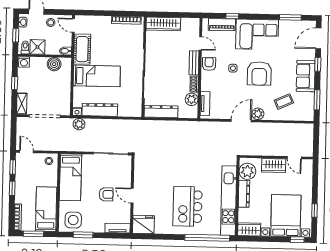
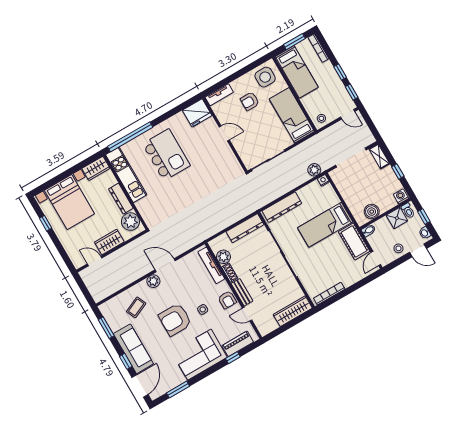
door: (73, 25) -> (376, 259), swing flipped
armchair: (259, 73) -> (175, 320), turned -90
sofa: (306, 76) -> (133, 349), width x1.36
tv unit: (205, 103) -> (211, 265), width x1.41
dresser: (100, 110) -> (282, 207), moved
door: (241, 121) -> (165, 265), swing flipped
armchair: (106, 194) -> (250, 101), moved
kitchen unit: (229, 201) -> (126, 175), width x0.73
window: (83, 235) -> (247, 69), removed
window: (297, 240) -> (45, 186), removed

